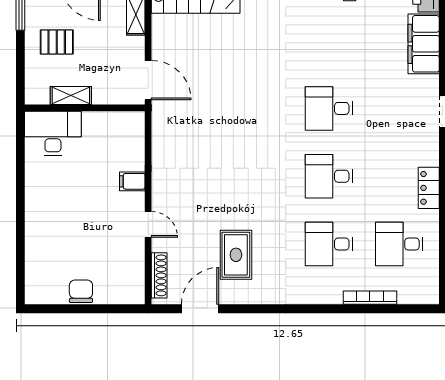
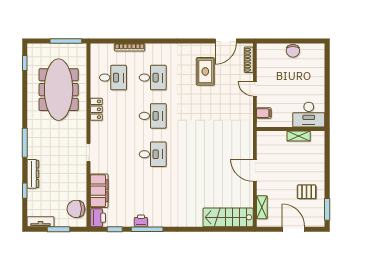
shelving: (71, 96) -> (299, 136), moved
wall: (85, 108) -> (291, 129), moved
desk: (53, 133) -> (309, 115), moved

